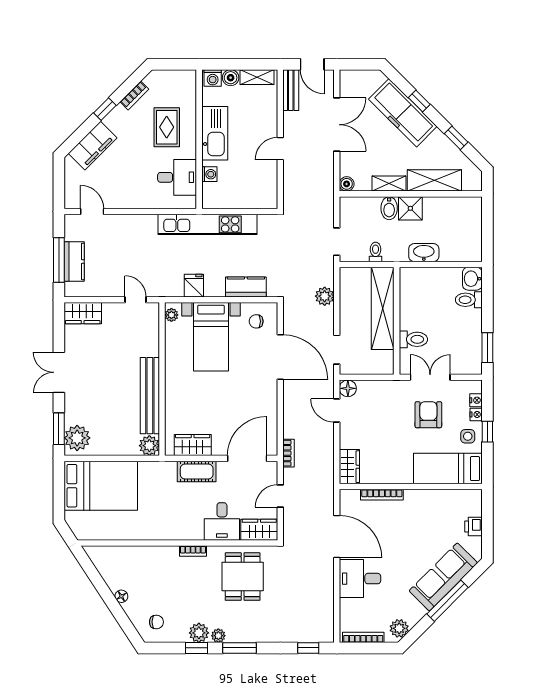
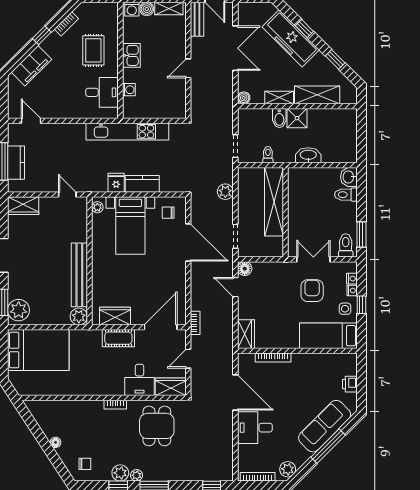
kitchen sink: (215, 133) -> (131, 55), width x0.53, depth x0.81
kitchen counter: (246, 287) -> (142, 184), moved
toilet: (413, 339) -> (346, 245), moved, turned -90

